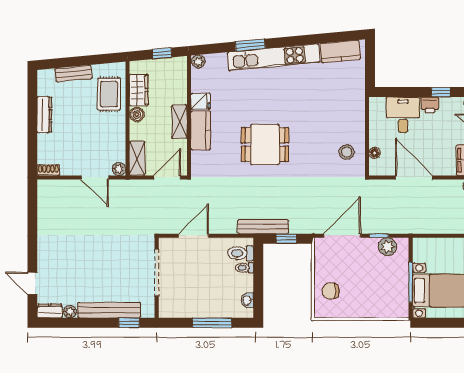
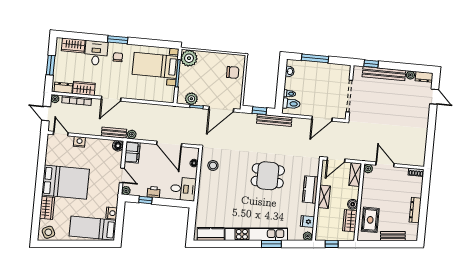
fridge: (201, 101) -> (307, 222), moved
desk: (403, 115) -> (183, 189), moved, turned -90
plant: (396, 306) -> (189, 58), added

